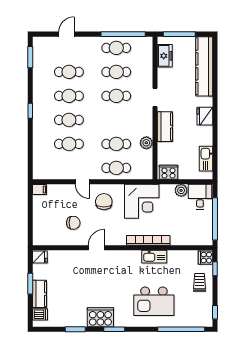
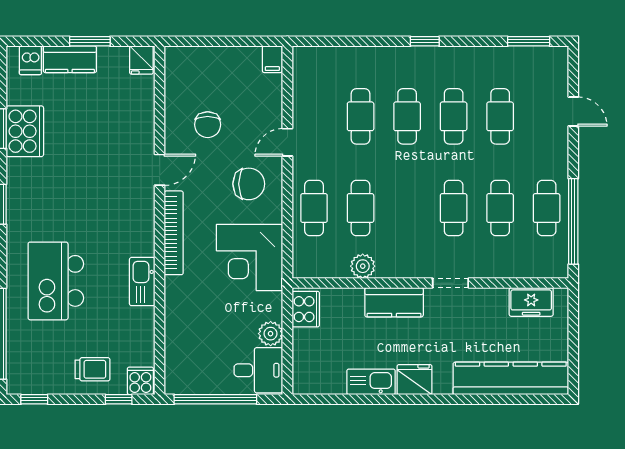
window: (179, 34) -> (573, 330), removed
kitchen sink: (206, 159) -> (371, 382), moved
bookcase: (148, 240) -> (174, 233), moved
door: (96, 248) -> (160, 170), hinge flipped
cooker: (100, 317) -> (25, 131), moved

